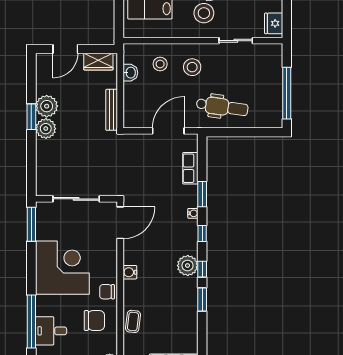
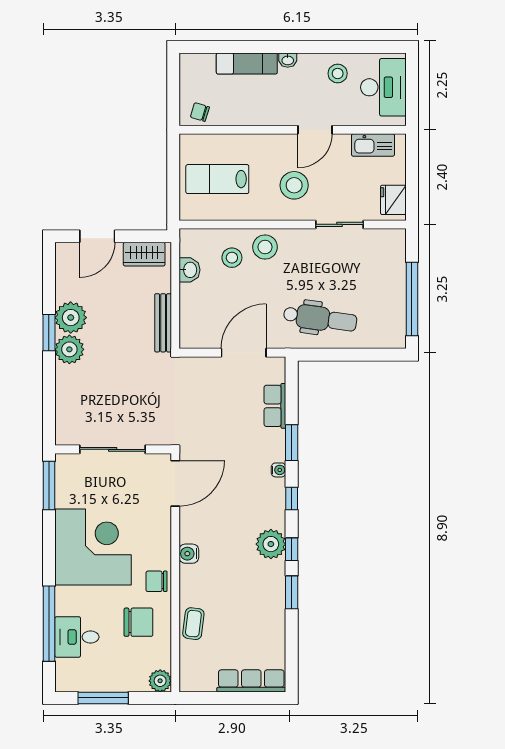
stool: (192, 67) -> (265, 247), moved

